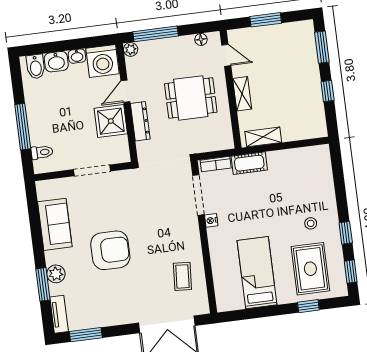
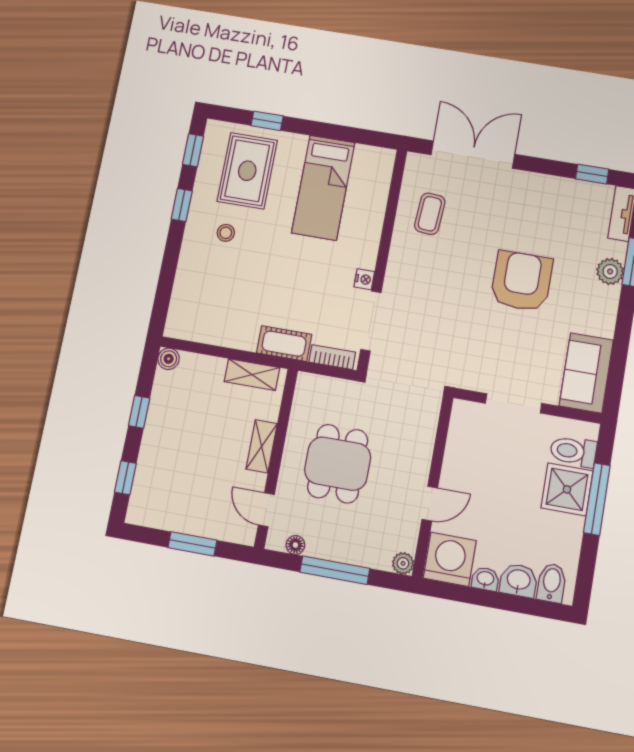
window: (156, 34) -> (335, 570), moved
window: (322, 47) -> (125, 478), width x0.67
dining table: (191, 98) -> (338, 464), turned 90
shower: (111, 121) -> (567, 489), moved
dresser: (140, 121) -> (422, 453), removed
boiler: (320, 130) -> (169, 359), added
toilet: (42, 152) -> (573, 451), width x1.37, depth x1.39
sofa: (55, 224) -> (586, 373), moved
armchair: (110, 250) -> (522, 281), turned 90
window: (86, 335) -> (592, 174), width x0.67

